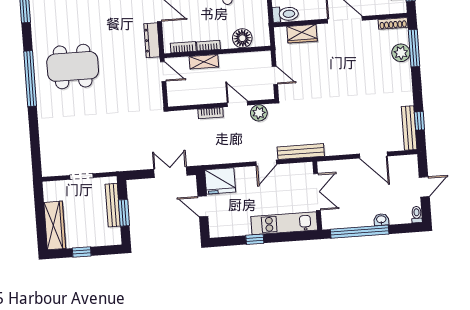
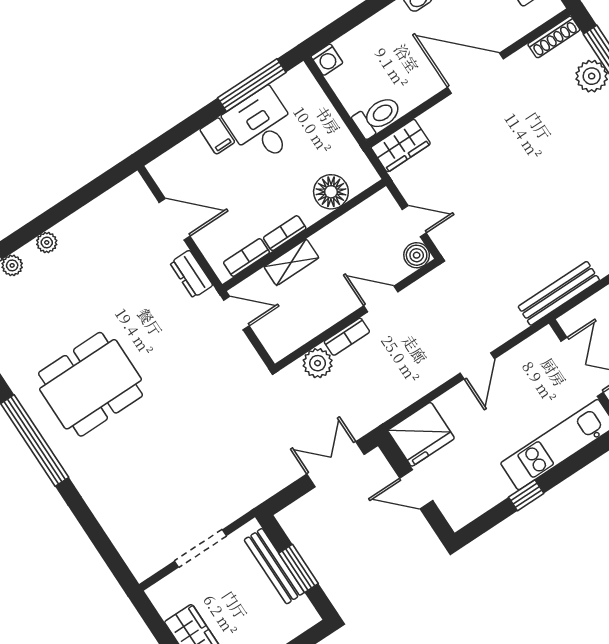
wardrobe: (302, 34) -> (401, 146), moved
dresser: (152, 40) -> (191, 274), width x0.70
boiler: (267, 92) -> (417, 255), added
plant: (259, 113) -> (318, 363), moved
bench: (301, 152) -> (559, 293), moved
doorway: (81, 176) -> (200, 549), width x1.38

